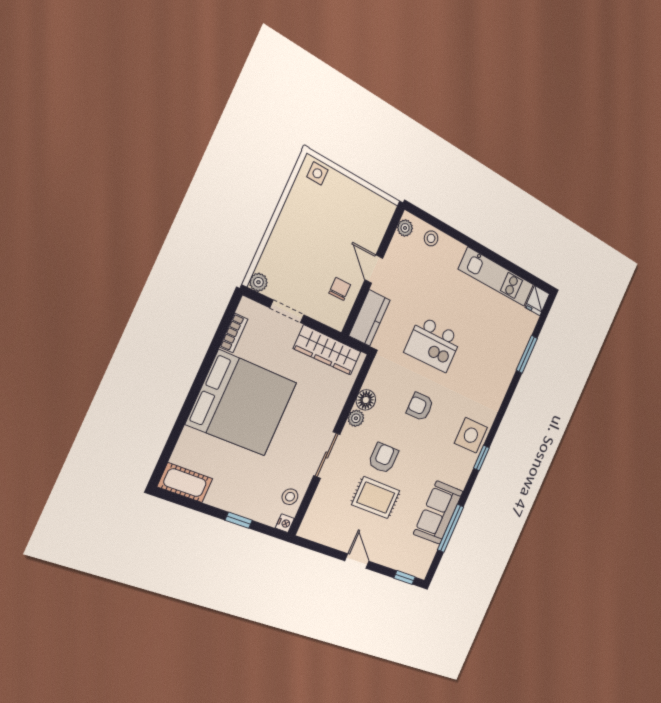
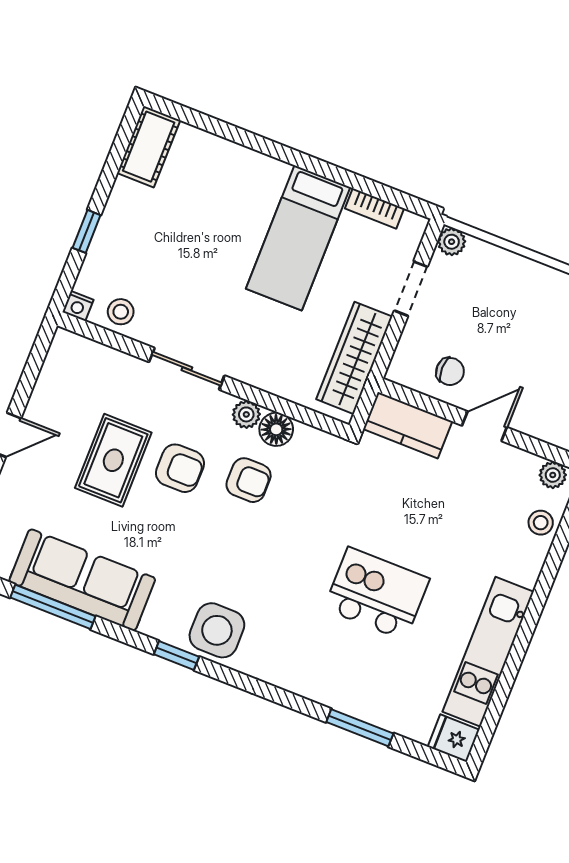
kitchen island: (433, 344) -> (377, 594), moved, turned 90
bed: (242, 403) -> (298, 238), width x0.49
armchair: (420, 407) -> (249, 480), moved, turned 90
sofa: (438, 513) -> (82, 580), width x1.36

